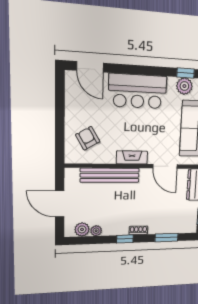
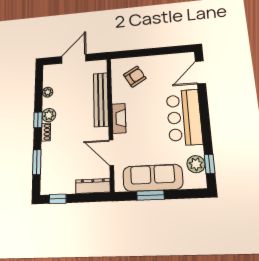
door: (165, 166) -> (111, 153), hinge flipped
plant: (82, 229) -> (49, 115), moved

